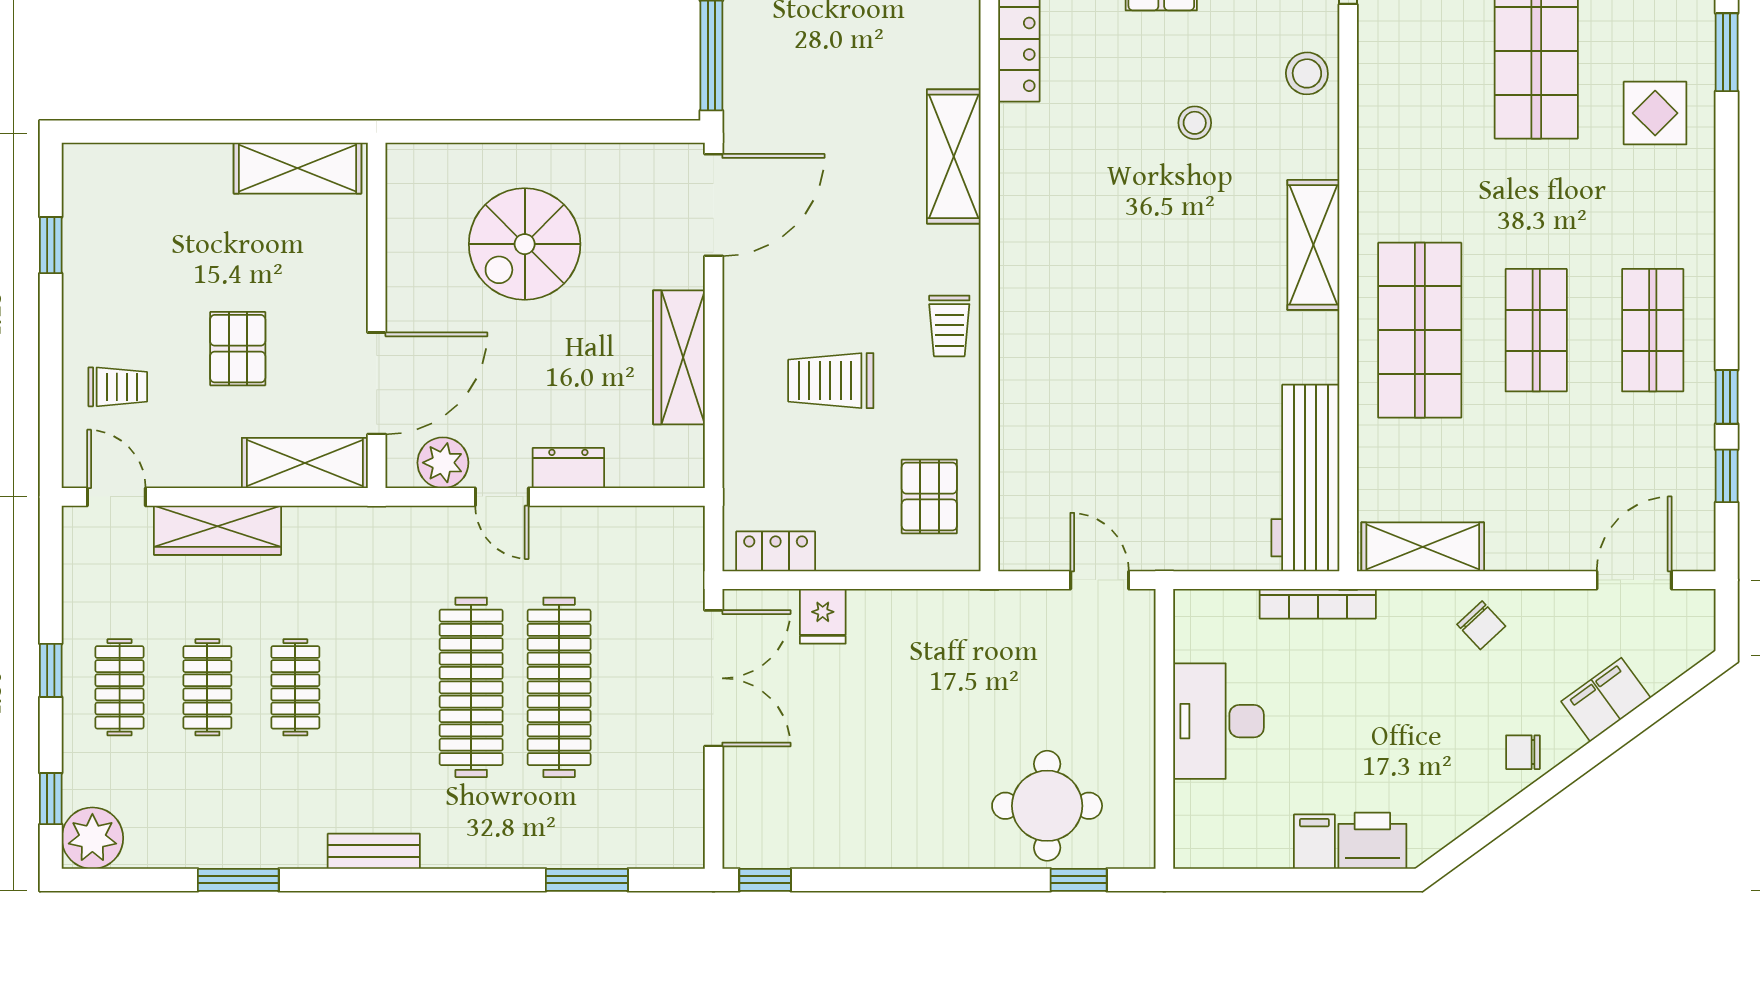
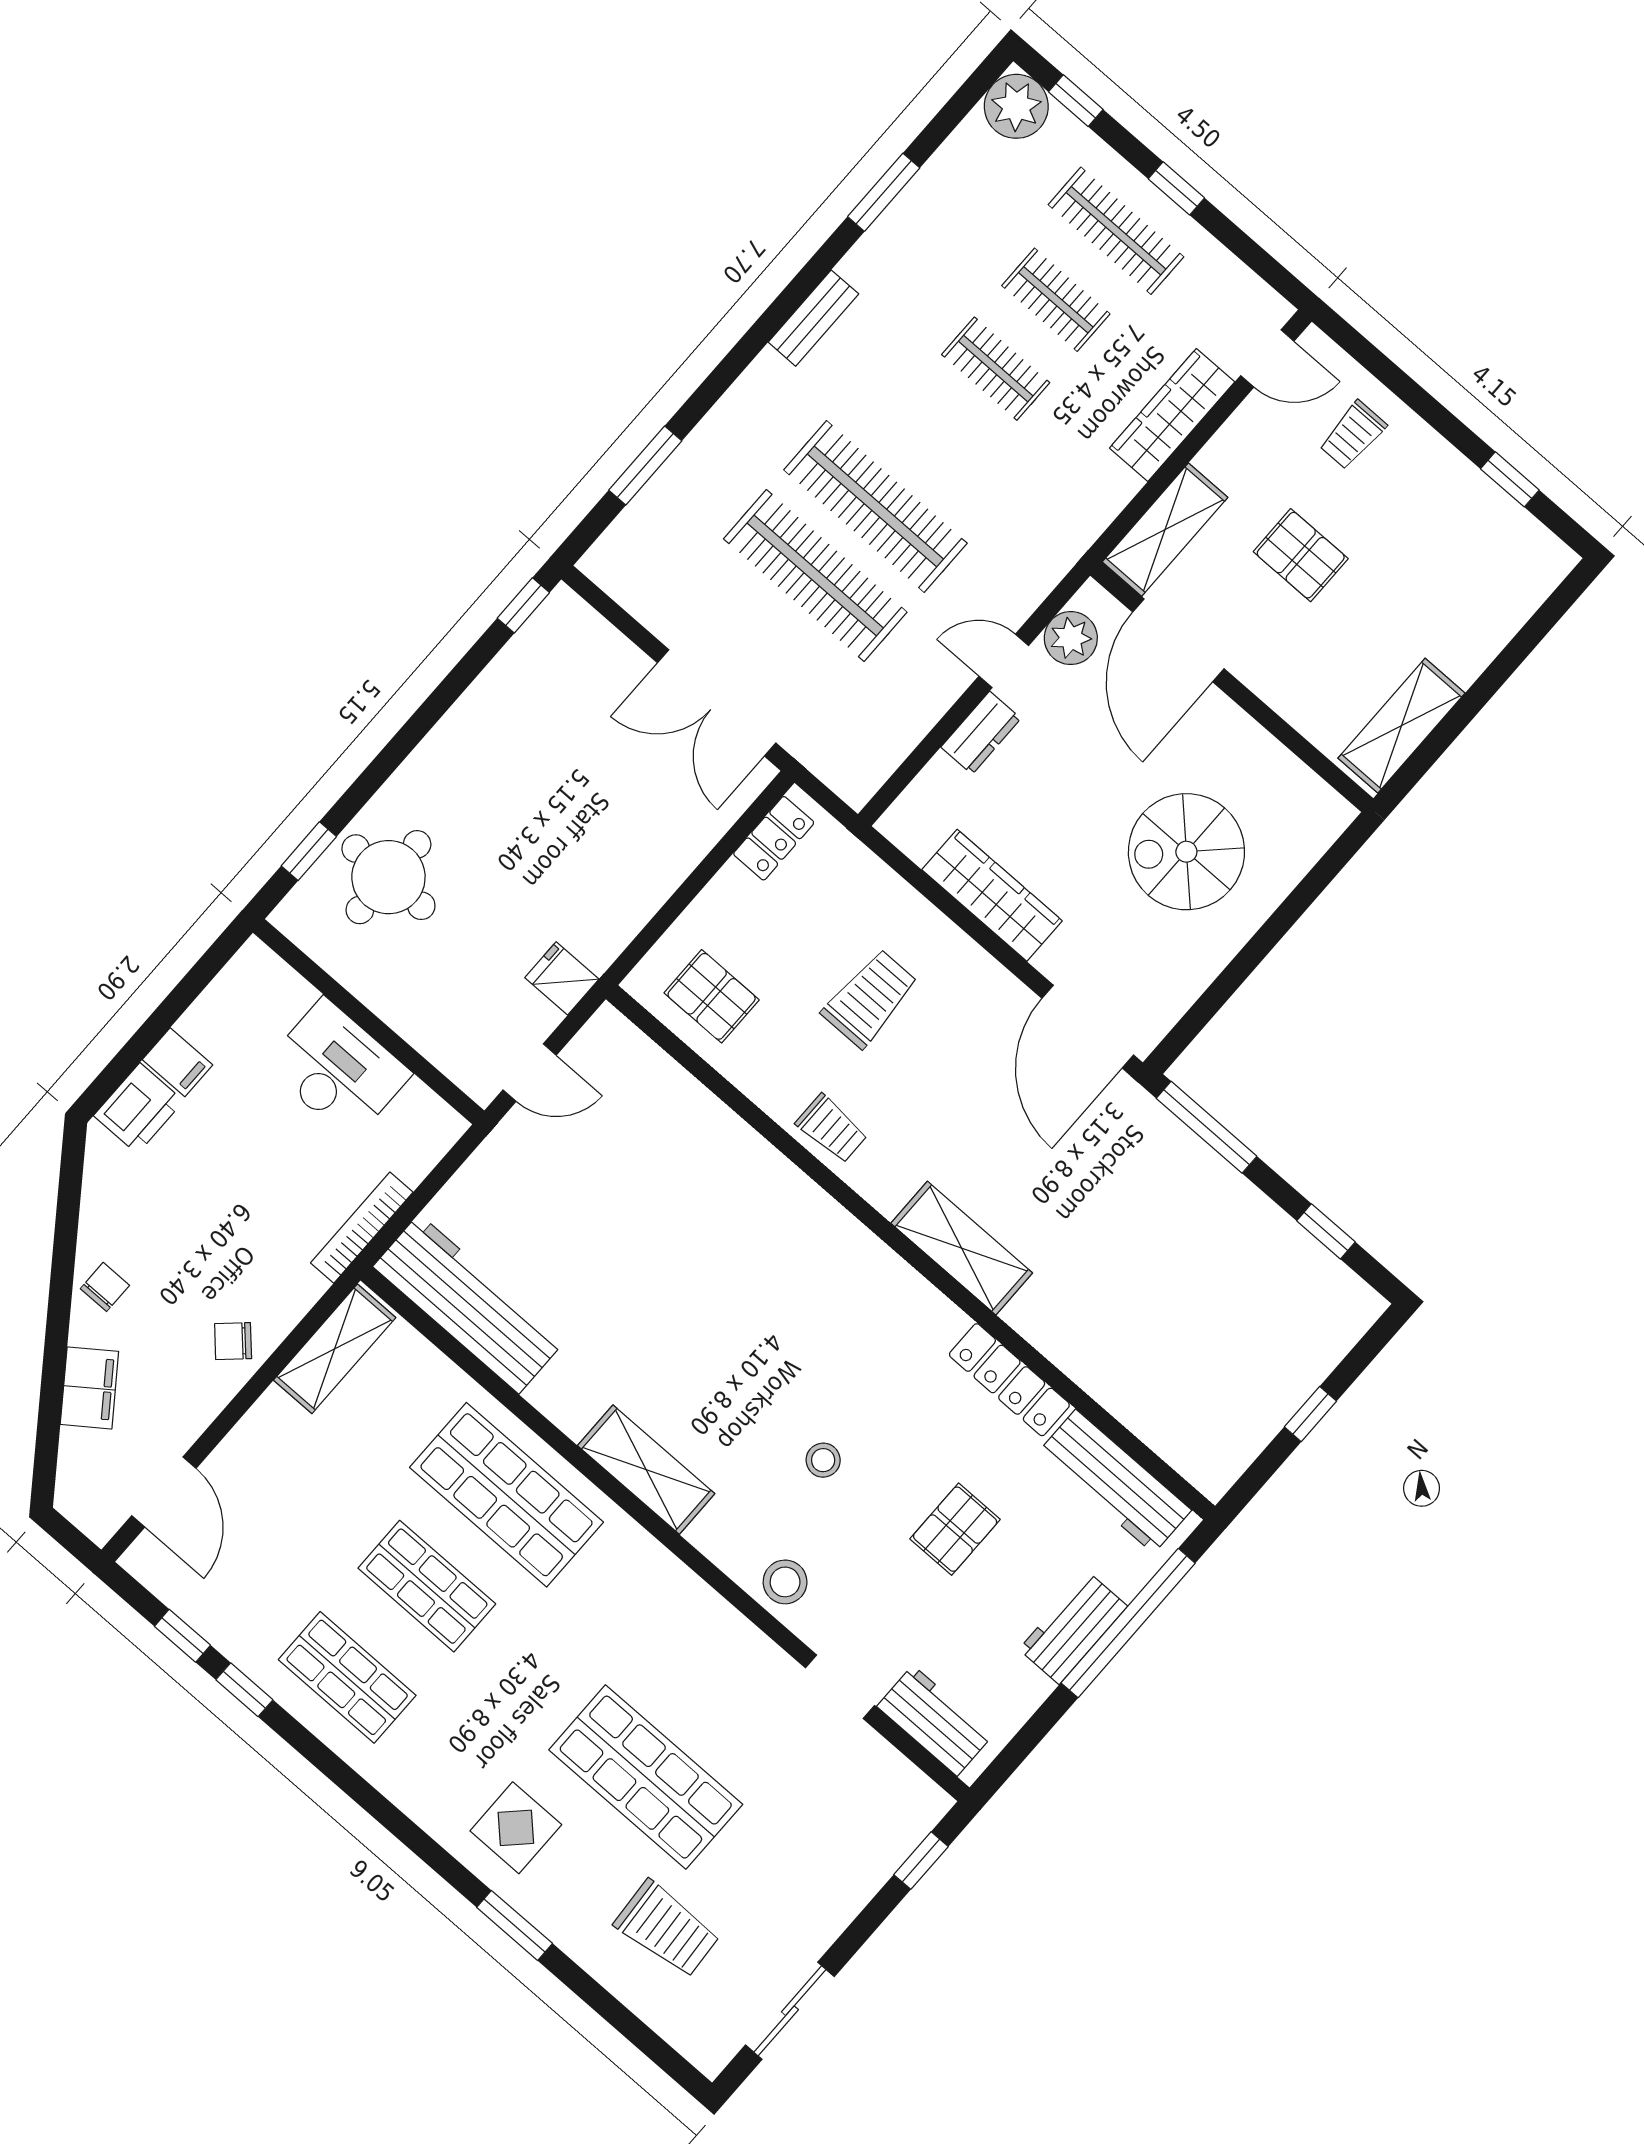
spiral stairs: (525, 244) -> (1186, 852), turned -90
trolley: (949, 326) -> (832, 1129), turned 180
fridge: (823, 616) -> (562, 978), moved
clothes rail: (120, 687) -> (1116, 231), width x1.36

